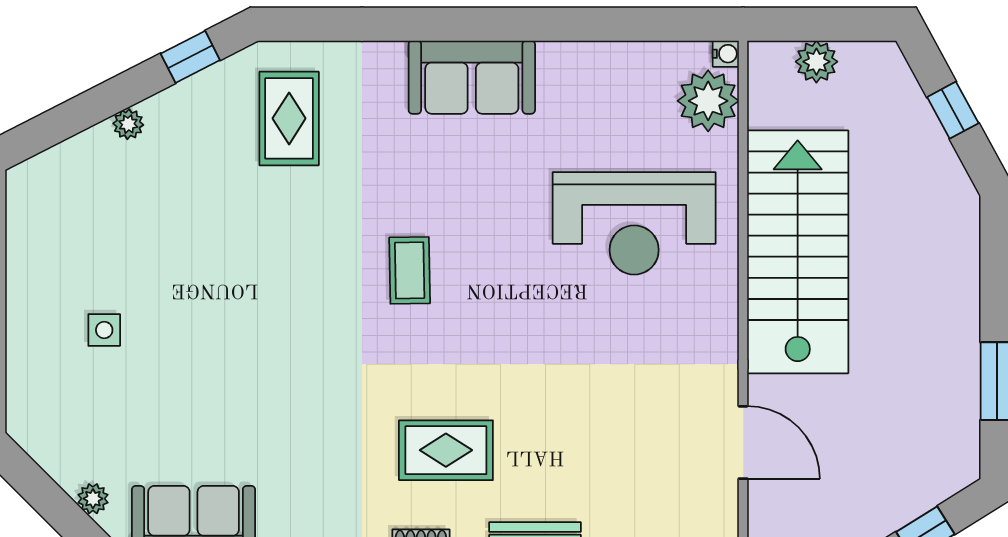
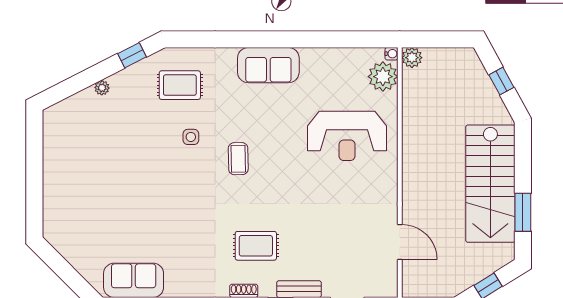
plant: (816, 62) -> (412, 58), moved
rug: (289, 118) -> (180, 85), turned 90
stairs: (798, 252) -> (490, 184), moved, turned 180
side table: (104, 330) -> (191, 137), moved
plant: (93, 499) -> (85, 269), removed

